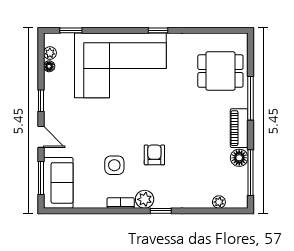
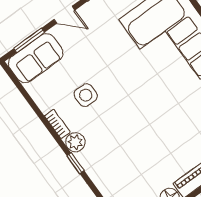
door: (41, 137) -> (64, 15), hinge flipped
armchair: (154, 155) -> (119, 123), removed

